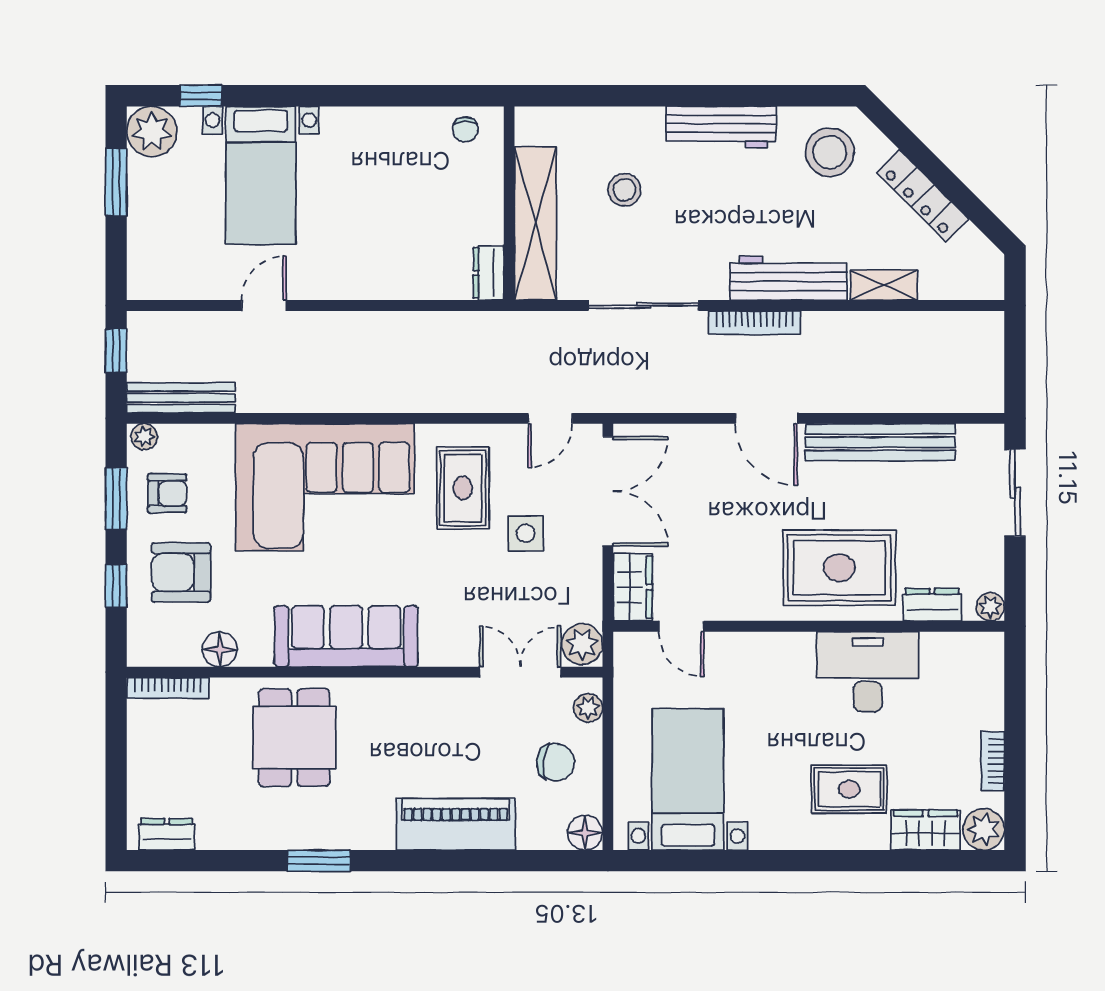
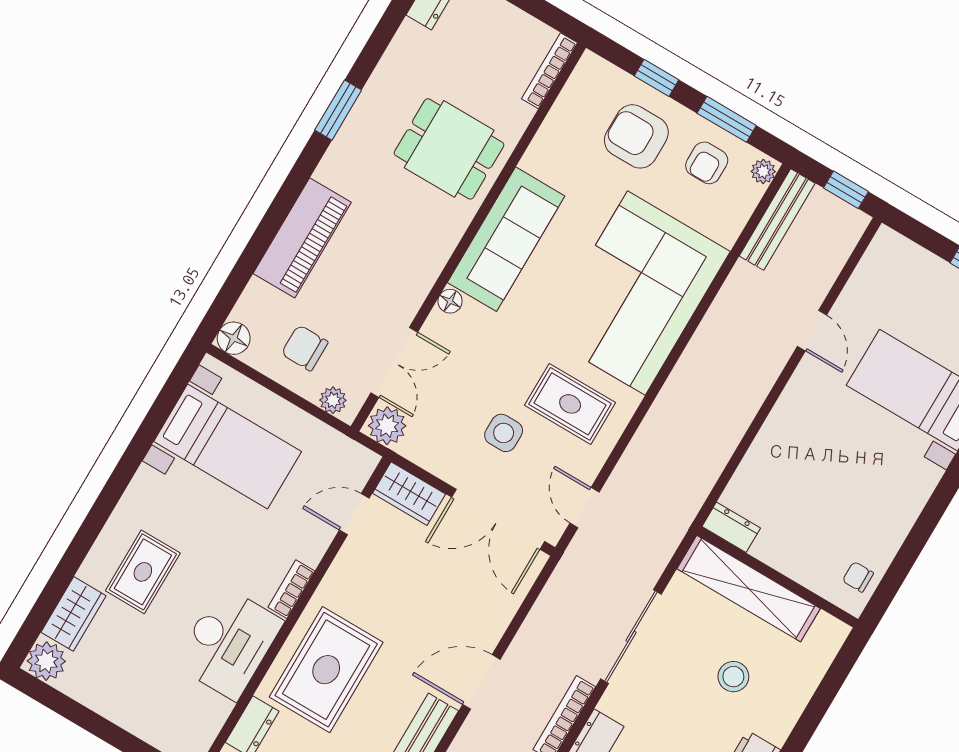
armchair: (181, 572) -> (636, 136), turned -90
floor lamp: (220, 649) -> (450, 301), moved, width x0.73, depth x0.73
bookcase: (993, 761) -> (291, 589), moved, turned -90
chair: (556, 762) -> (305, 348), turned 85

